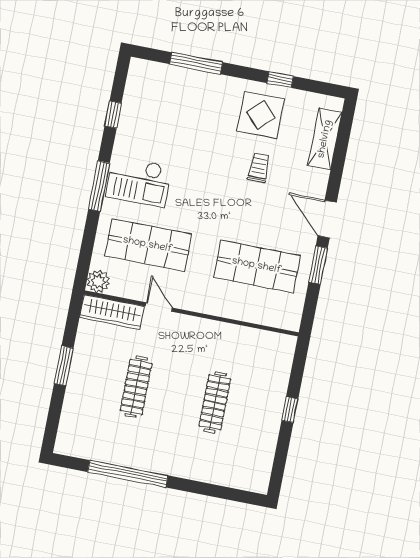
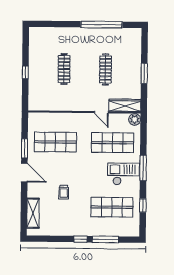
window: (280, 80) -> (80, 239), moved
display table: (261, 115) -> (68, 219), removed
shop shelf: (172, 122) -> (112, 207), added

